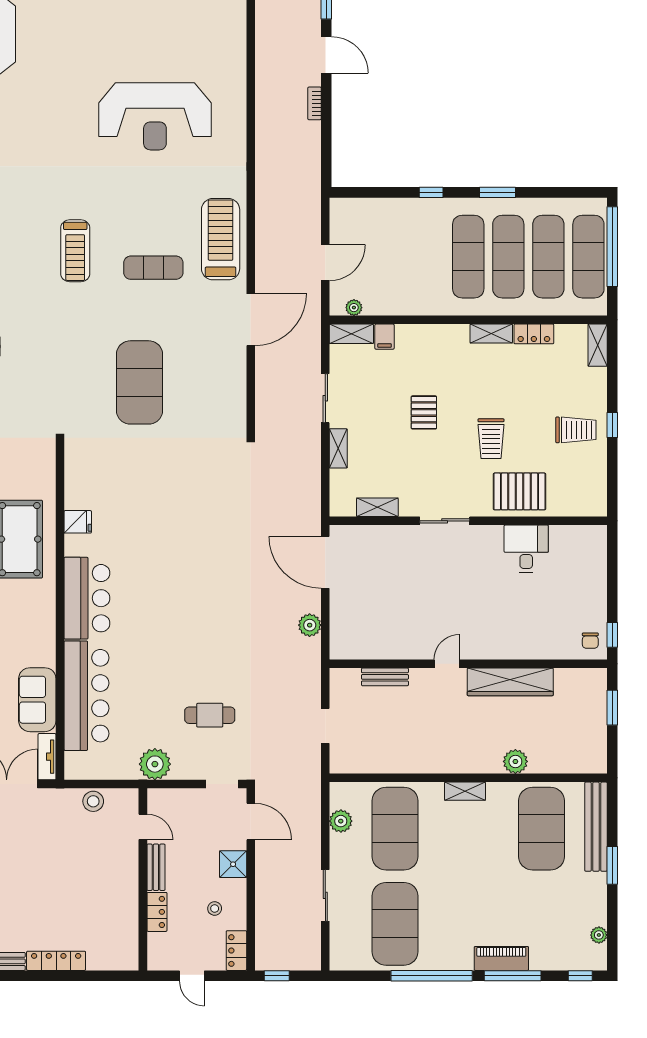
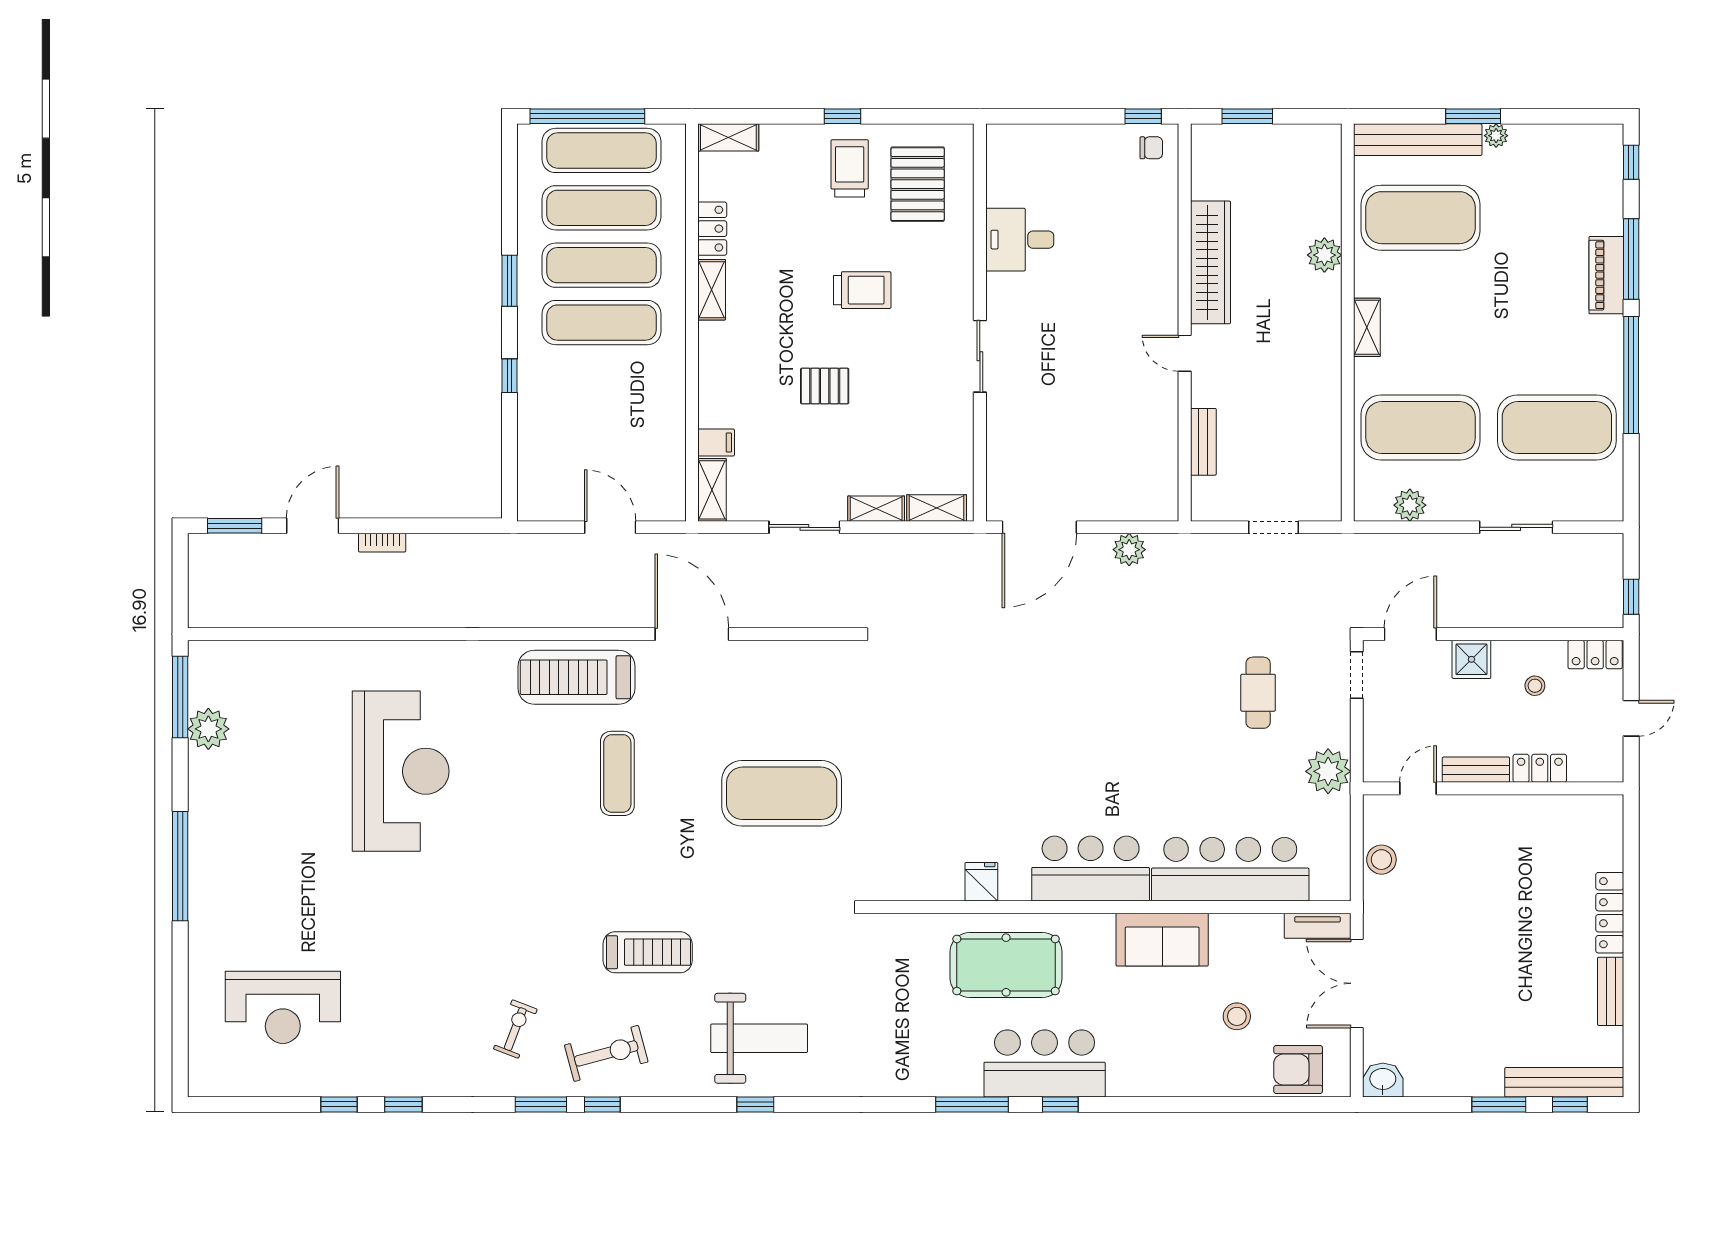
treadmill: (75, 251) -> (648, 952), moved
plant: (354, 308) -> (674, 486), removed
pallet: (519, 491) -> (918, 184), moved
shelving: (377, 507) -> (937, 508), moved, turned 90
sofa: (37, 700) -> (1162, 940), moved
plant: (599, 935) -> (1496, 136), moved

